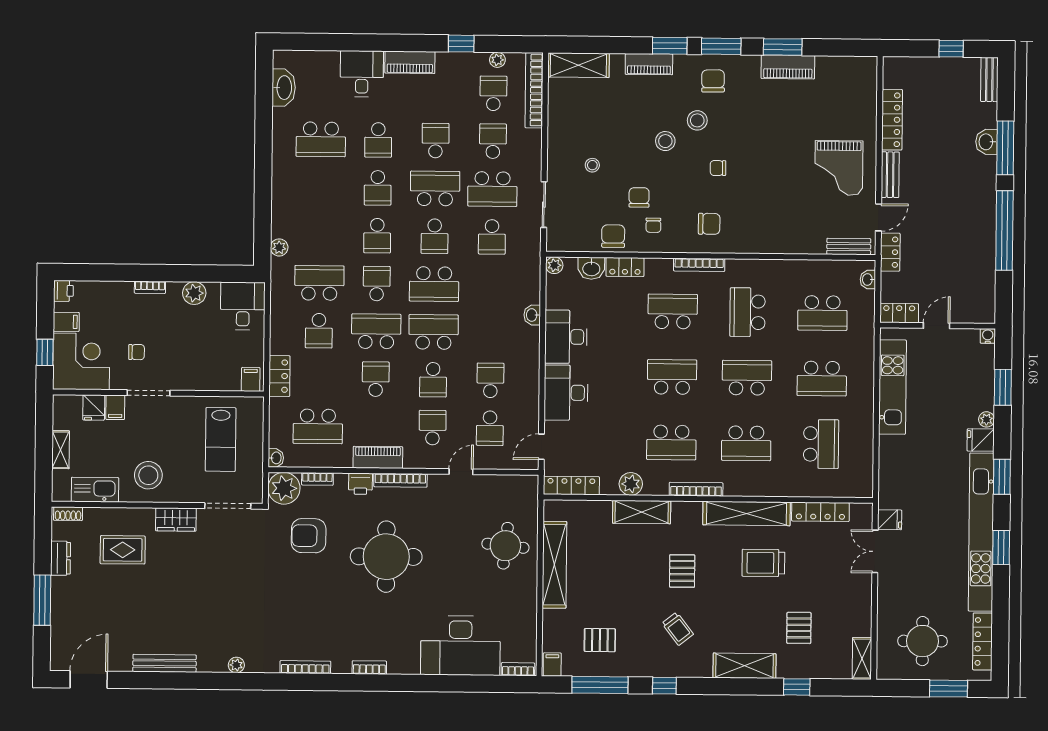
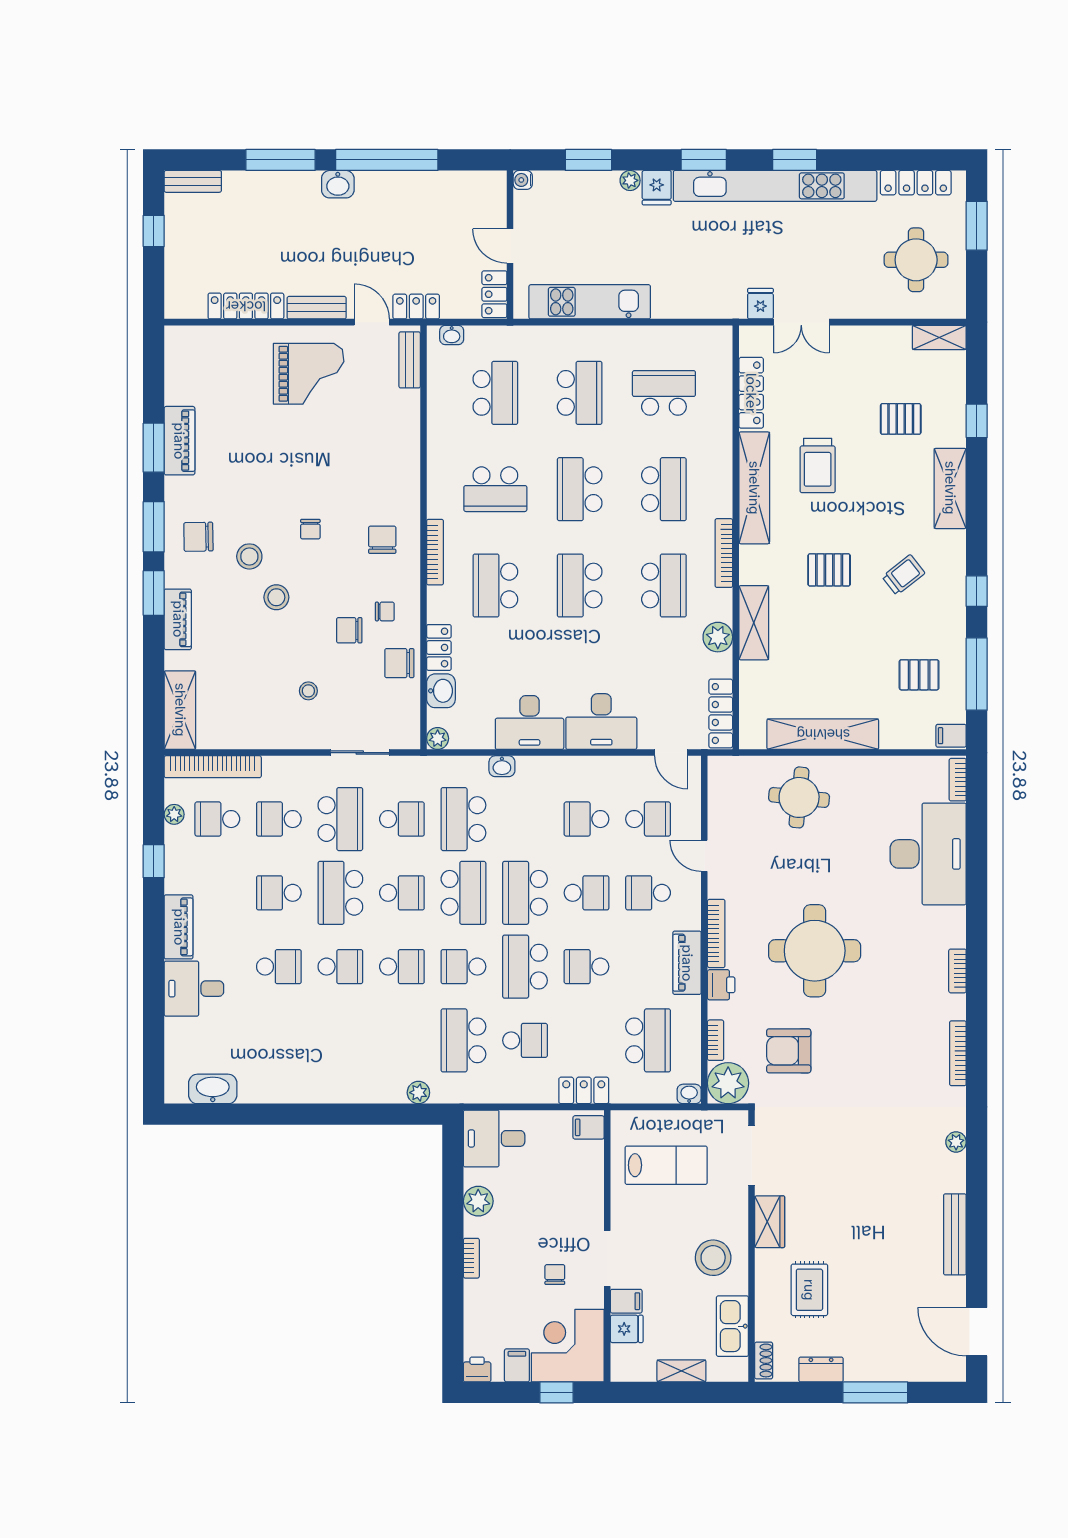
school desk: (321, 139) -> (463, 819), moved, turned 180
washbasin: (986, 142) -> (338, 184), moved
armchair: (309, 536) -> (789, 1051), turned 90
pallet: (600, 640) -> (919, 675), turned 90

